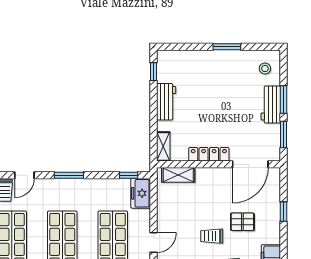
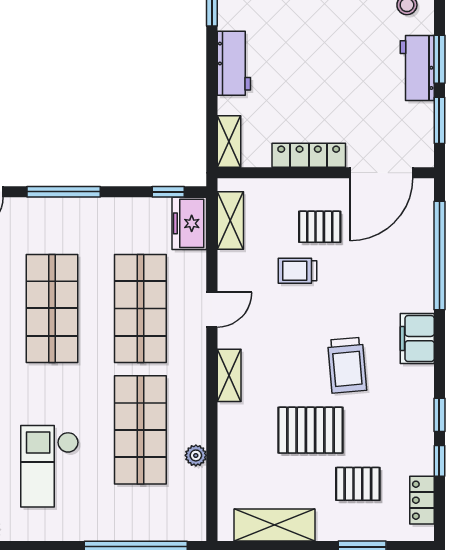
window: (69, 175) -> (64, 192), width x1.44
shelving: (178, 175) -> (230, 221), moved, turned 90
window: (284, 212) -> (439, 255), width x3.17
pallet: (242, 222) -> (320, 227), moved
trolley: (212, 236) -> (297, 271), moved

